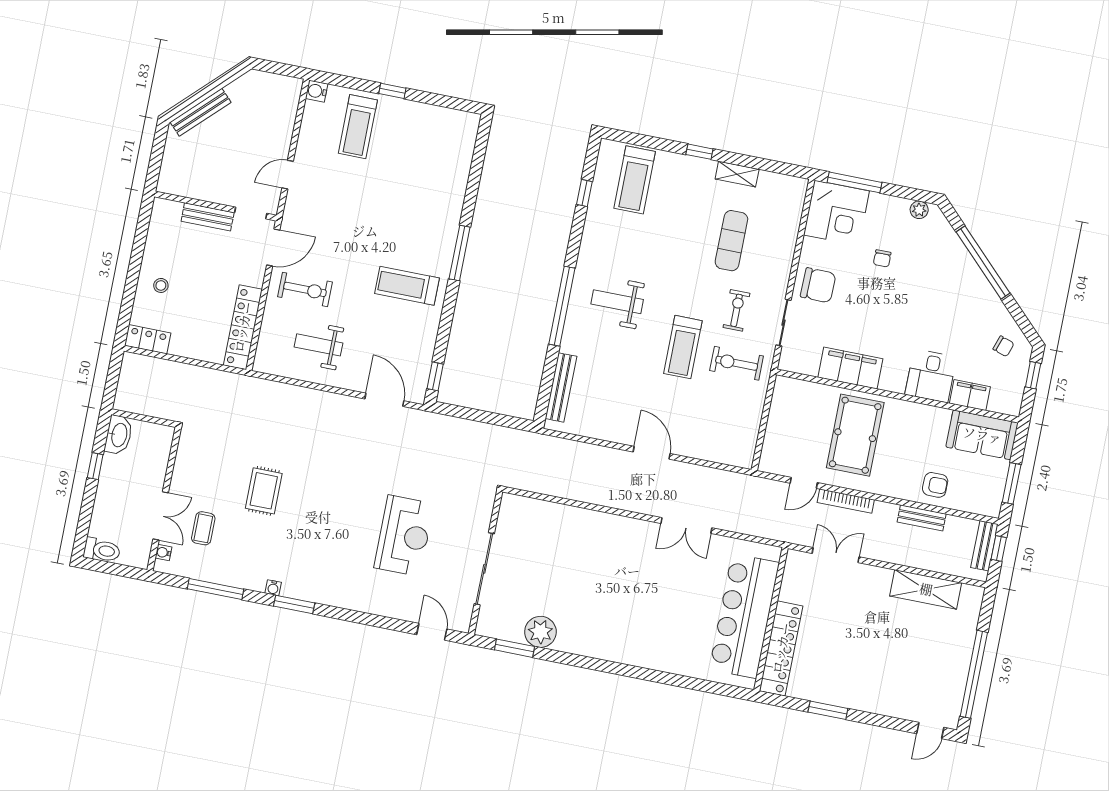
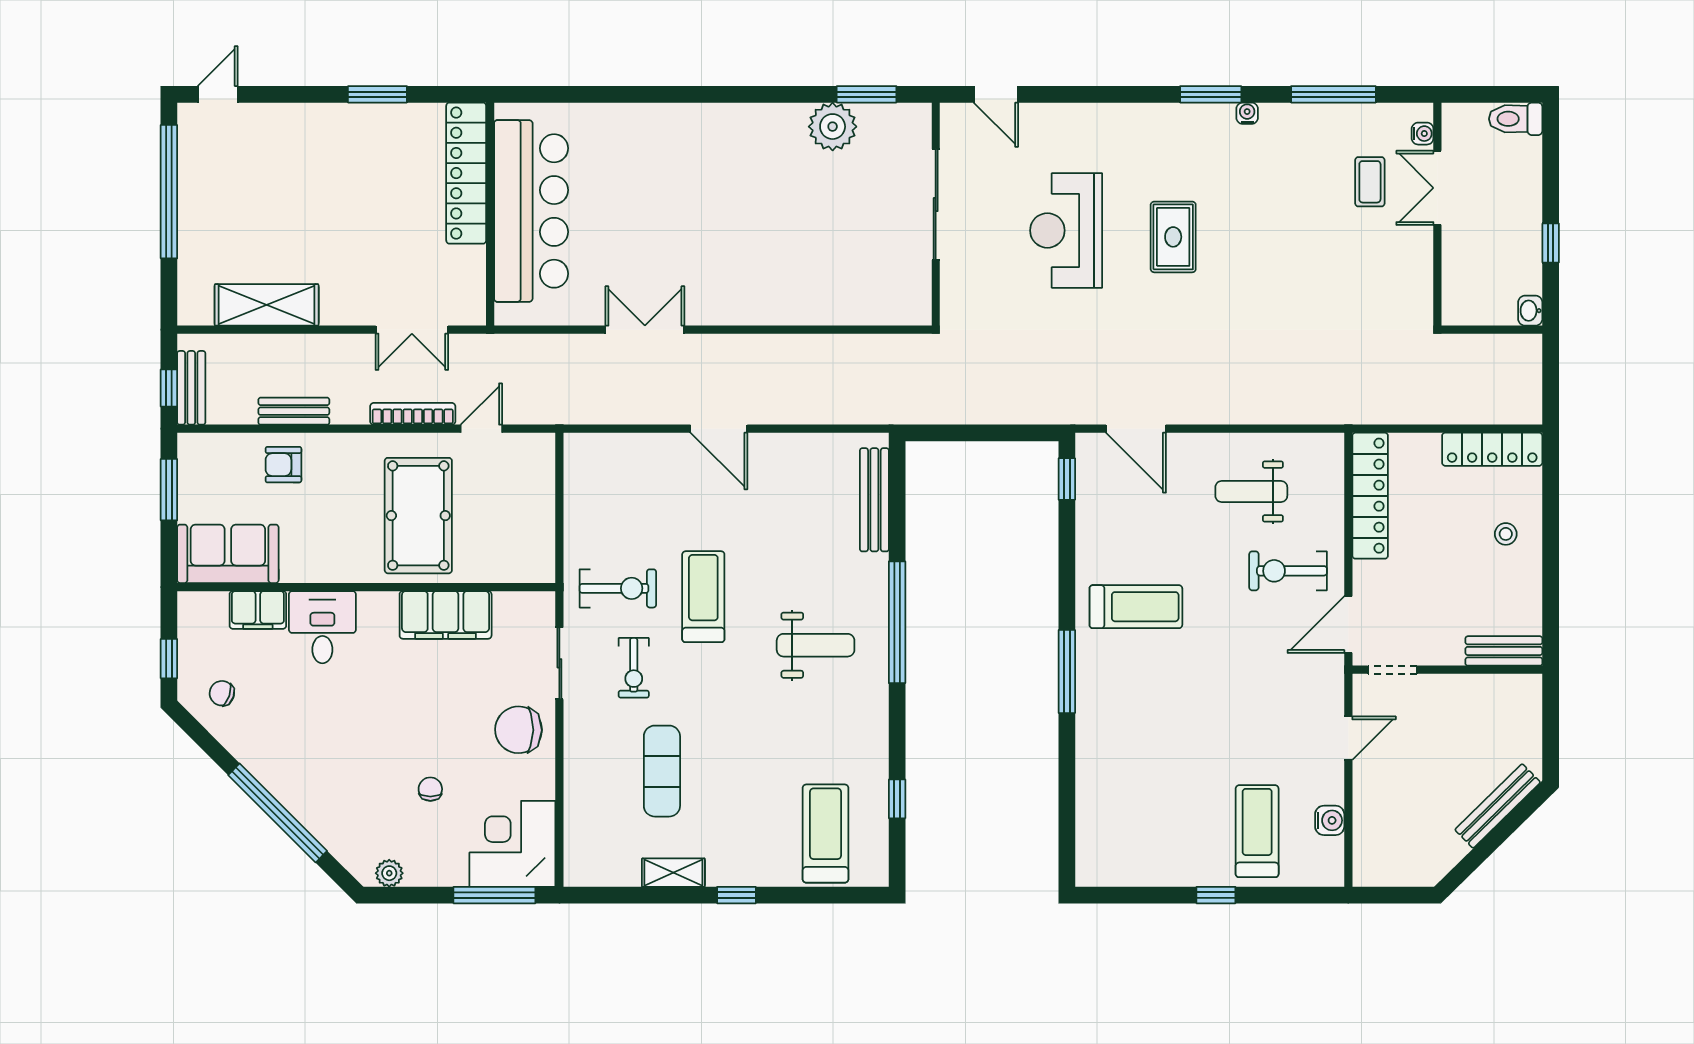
water cooler: (317, 91) -> (1330, 820), moved
bench: (208, 217) -> (1504, 651), moved
locker: (148, 339) -> (1492, 449), width x1.53
weight bench: (318, 345) -> (1251, 491), turned 180
washbasin: (119, 435) -> (1530, 311), width x0.52, depth x0.69
rug: (264, 491) -> (1173, 237), moved

